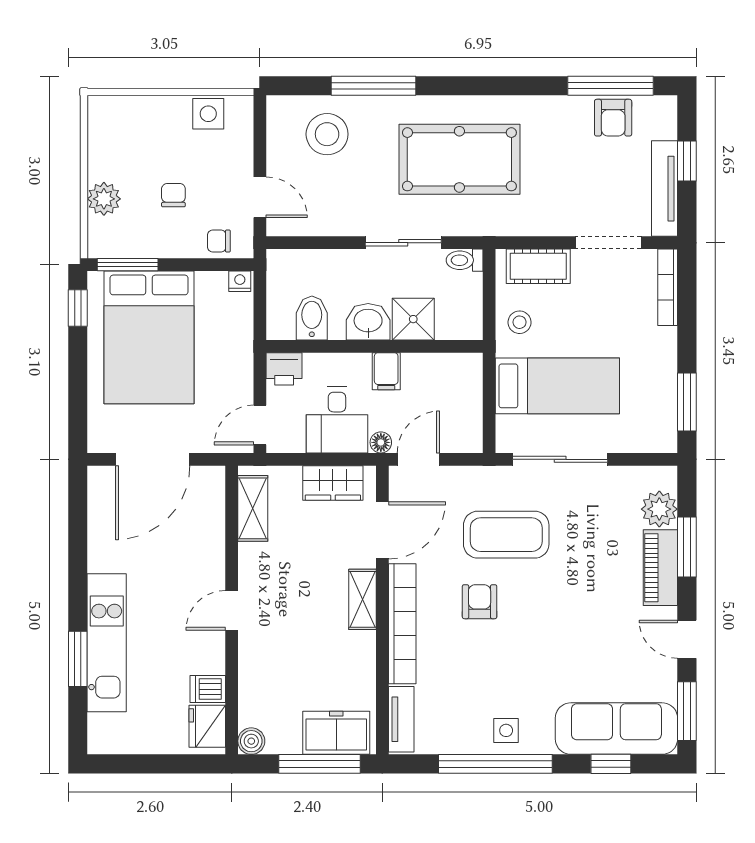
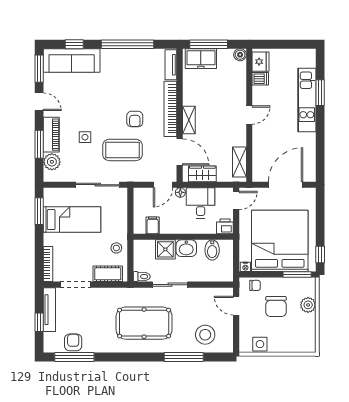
chair: (173, 195) -> (276, 307), width x1.87, depth x1.87
bed: (149, 337) -> (280, 241), width x1.36
filing cabinet: (386, 371) -> (153, 225), moved
bed: (557, 386) -> (72, 220), moved, turned 180
door: (382, 530) -> (180, 152), swing flipped
side table: (506, 730) -> (85, 137), moved

